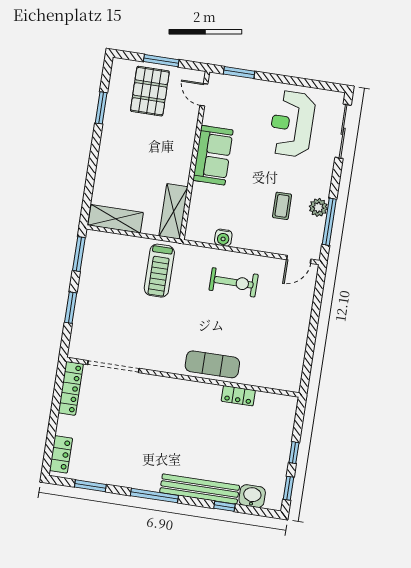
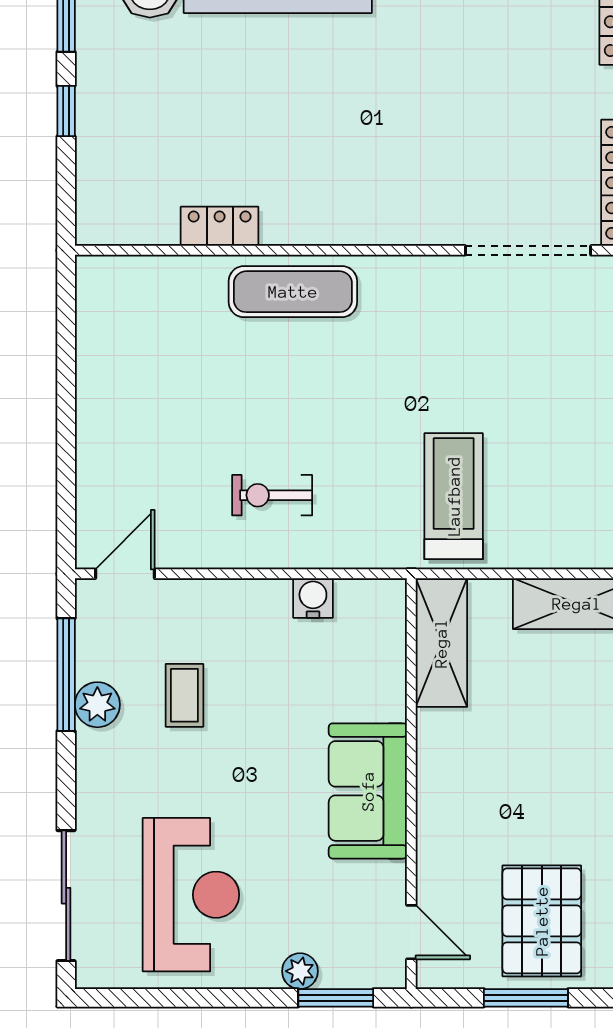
plant: (252, 86) -> (300, 971), added
exercise bike: (234, 282) -> (272, 495), width x0.73, depth x0.72

